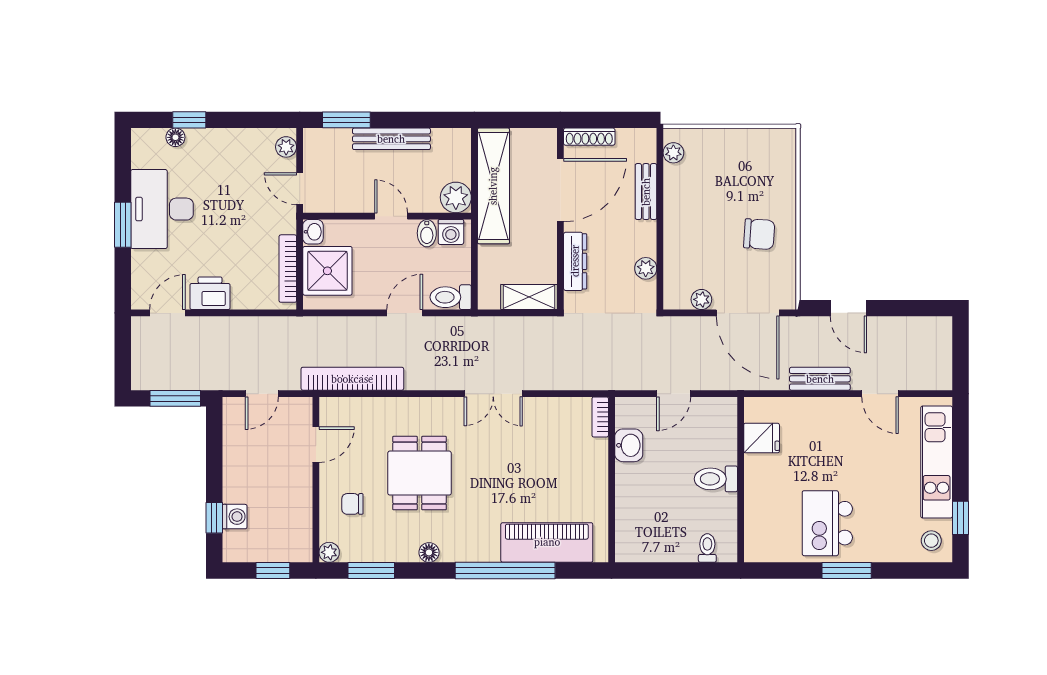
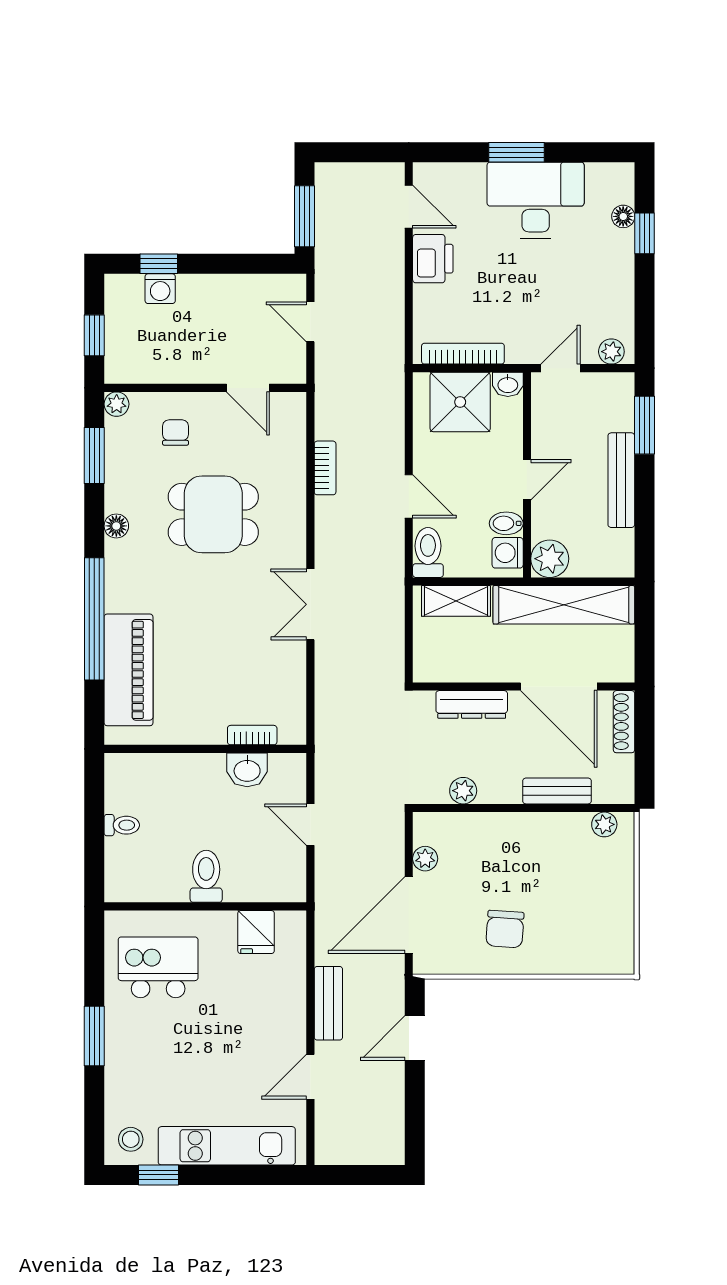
shelving: (529, 297) -> (456, 601), moved, turned 90
bookcase: (352, 379) -> (325, 468), width x0.43, depth x0.76
bookcase: (600, 417) -> (252, 735), moved
kitchen island: (827, 523) -> (158, 967), moved
toilet: (707, 548) -> (122, 825), moved

